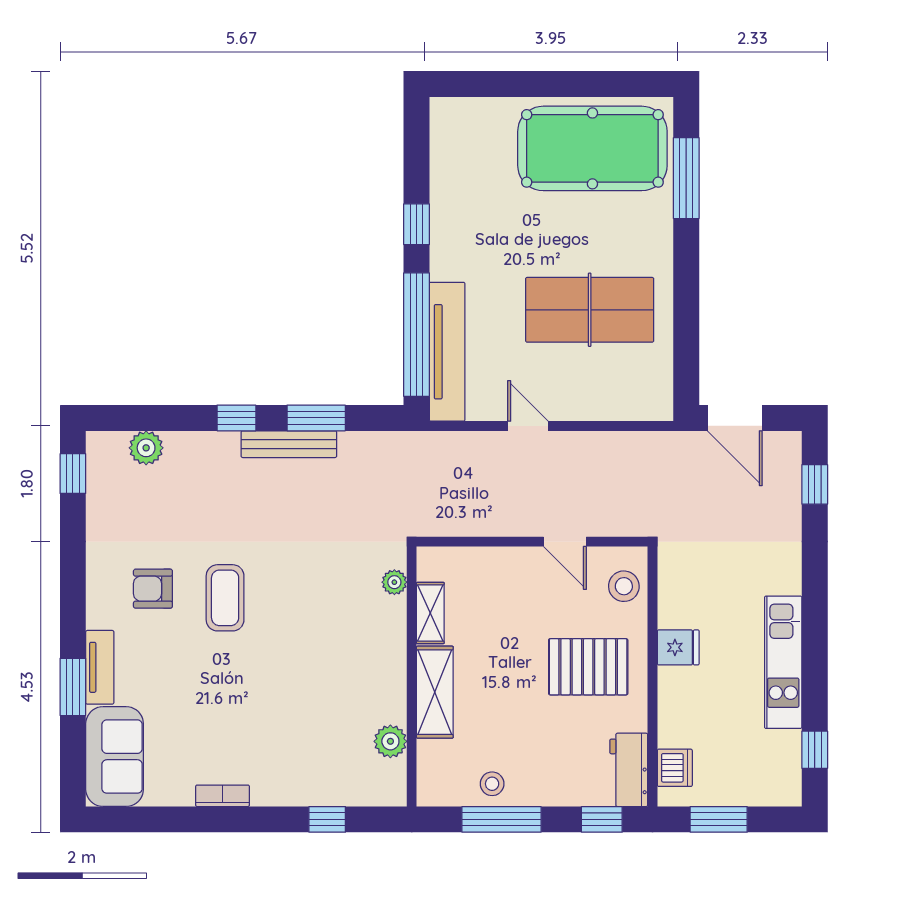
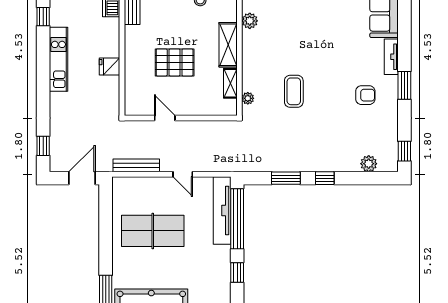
door: (735, 418) -> (82, 178), hinge flipped
bench: (289, 444) -> (136, 165), moved
stool: (624, 586) -> (136, 96), removed
coffee table: (225, 598) -> (294, 91), moved
pallet: (588, 667) -> (175, 62), moved
window: (73, 687) -> (404, 85), moved

